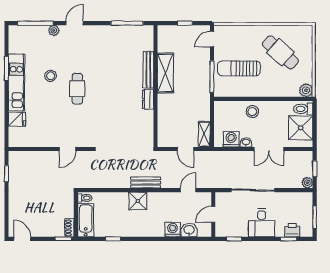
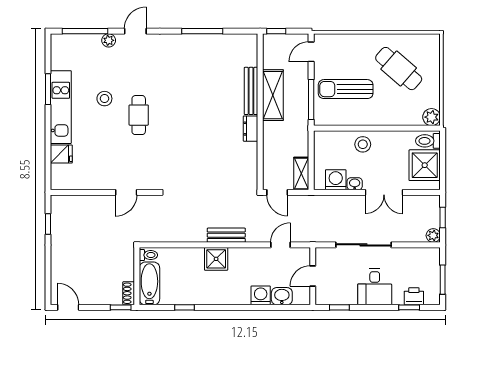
bench: (148, 70) -> (251, 91), moved
shelving: (165, 73) -> (273, 95), moved
wall: (155, 86) -> (260, 112), moved
dresser: (148, 99) -> (251, 129), moved

